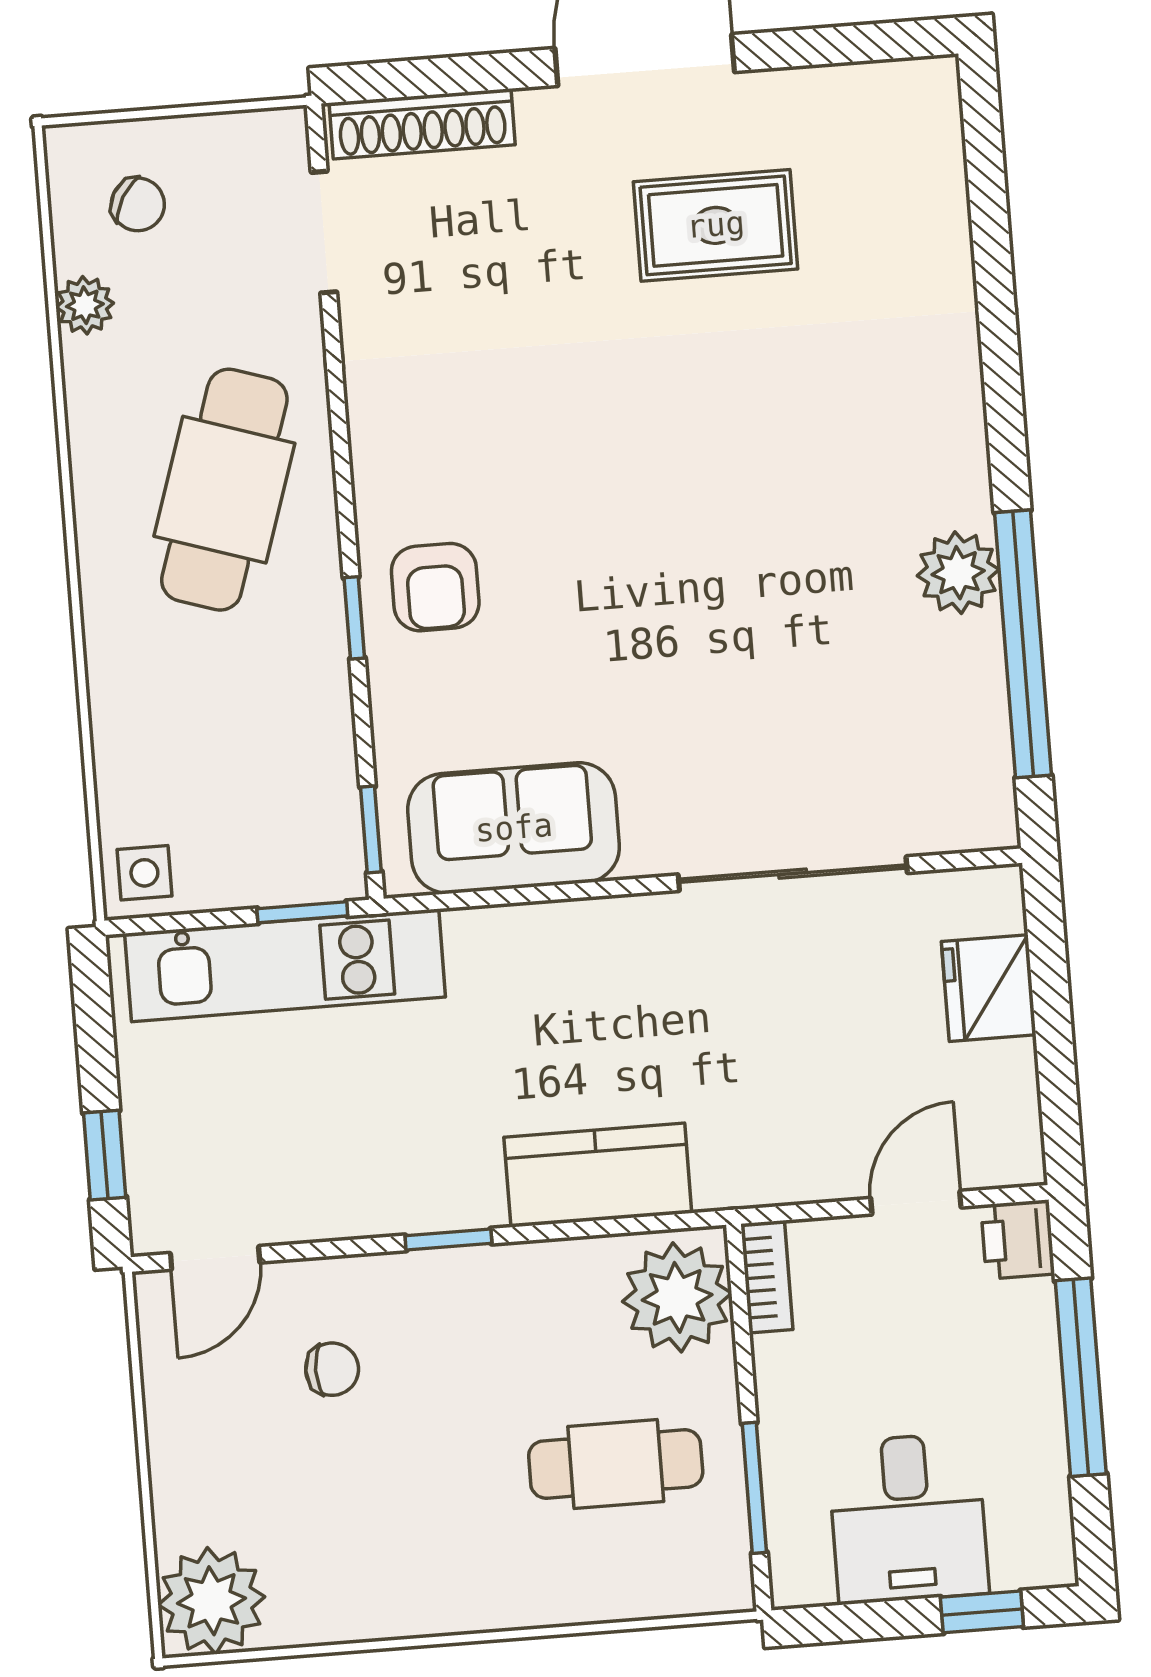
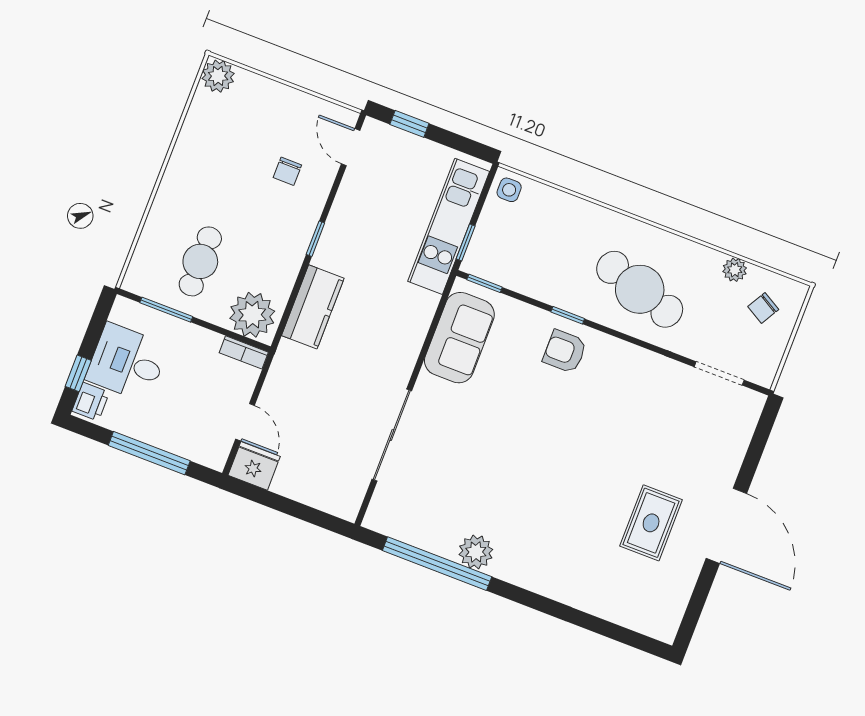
shoe rack: (422, 124) -> (742, 430), removed
fridge: (989, 988) -> (254, 466), moved
printer: (1018, 1239) -> (91, 402), moved, turned 90
plant: (212, 1601) -> (218, 76), width x0.73, depth x0.73

